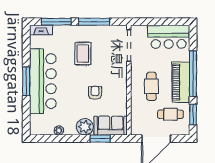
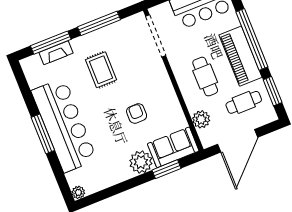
fireplace: (41, 30) -> (56, 53), moved
plant: (137, 114) -> (201, 119), added
plant: (59, 130) -> (78, 192), moved

